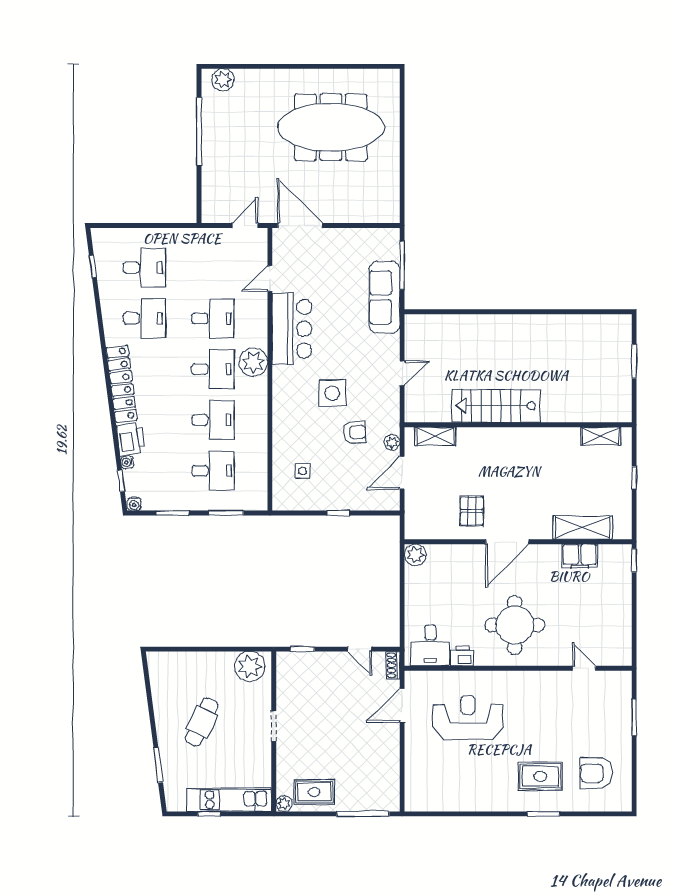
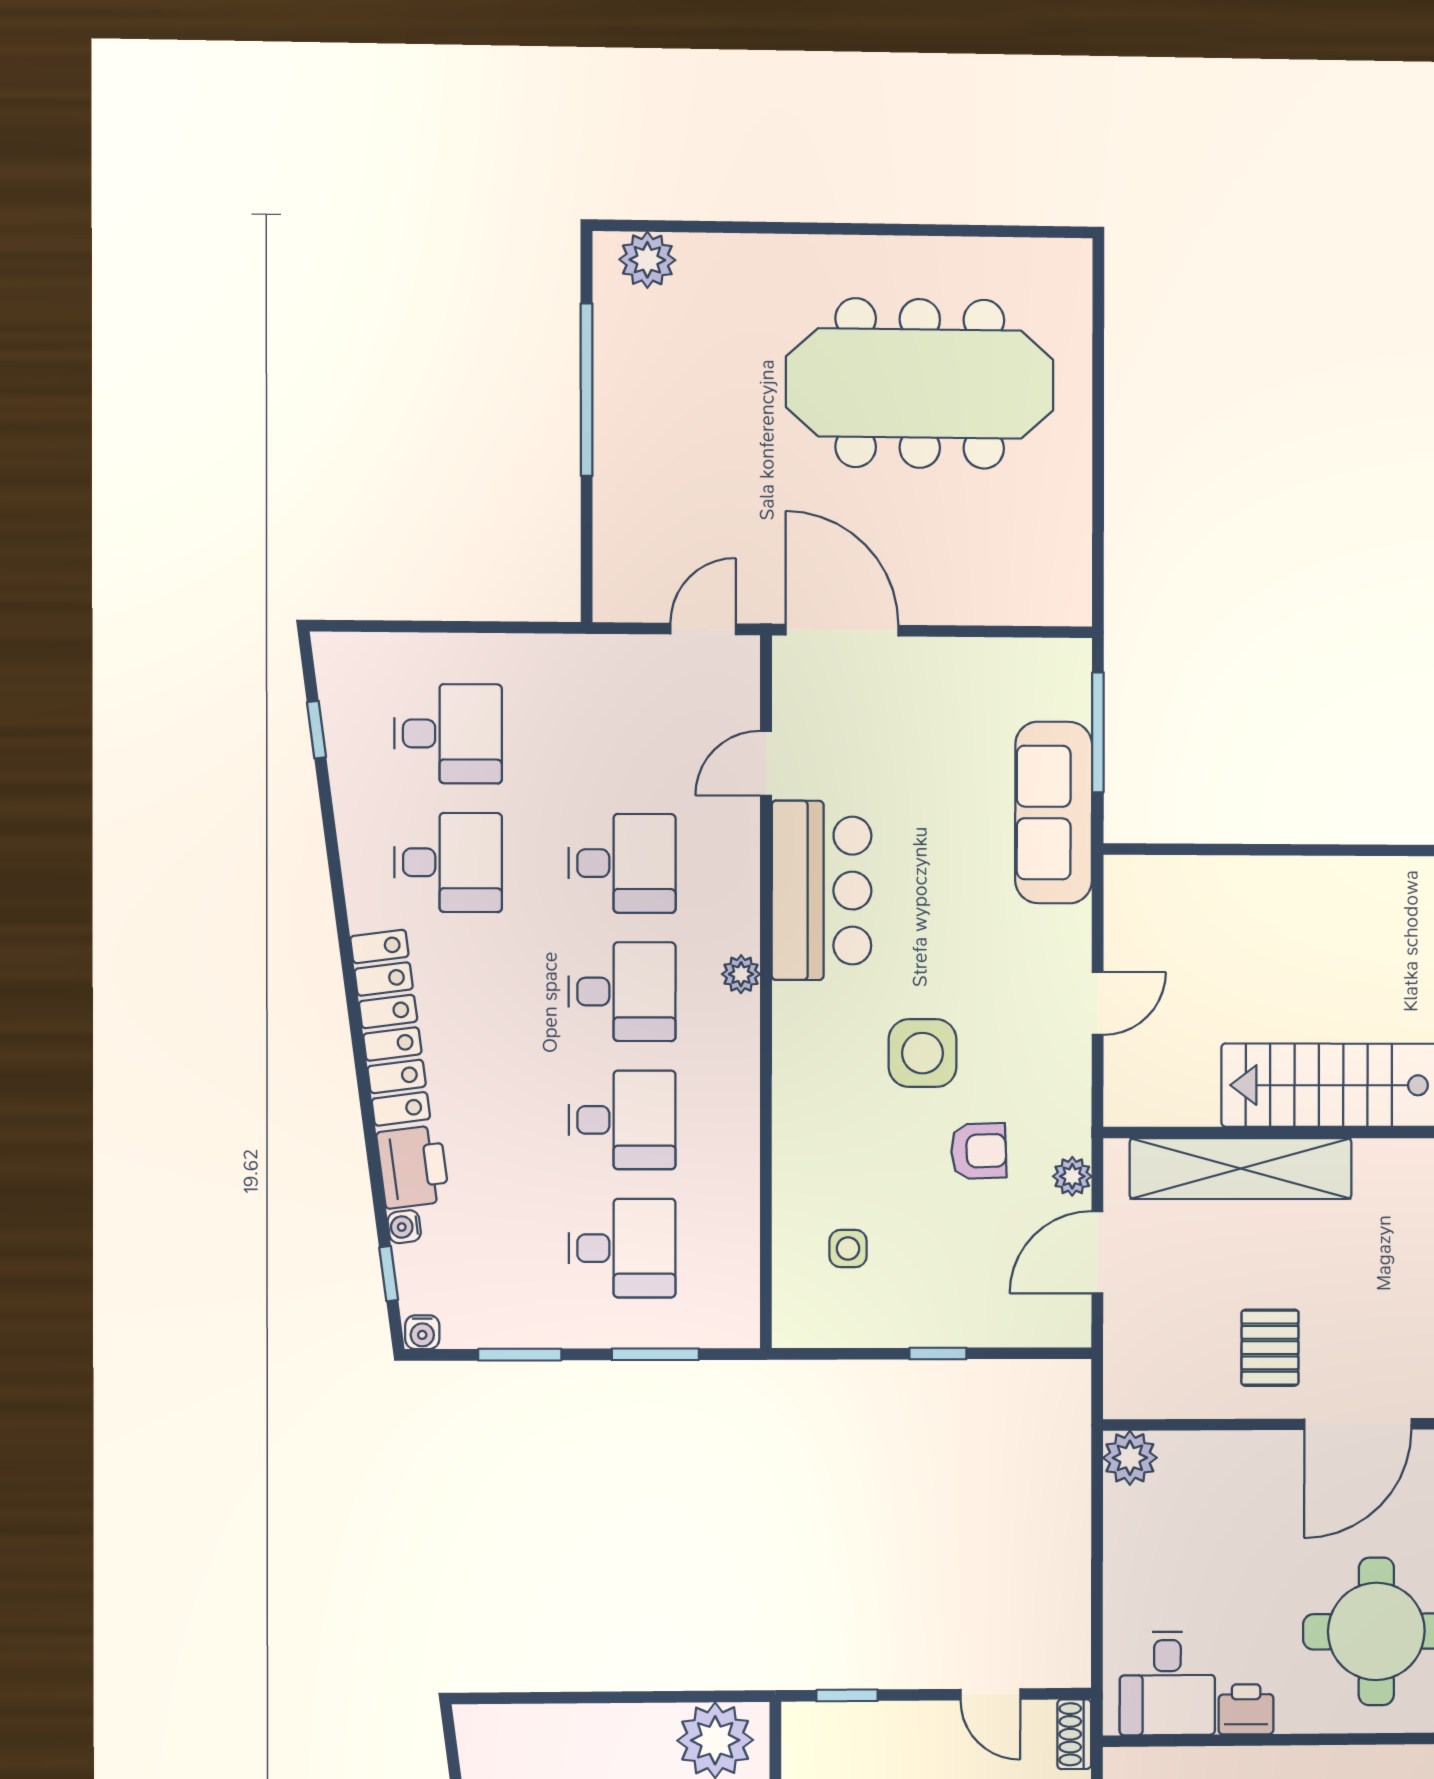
plant: (253, 362) -> (741, 974), width x0.53, depth x0.53
shelving: (435, 436) -> (1241, 1169), width x2.20, depth x1.33

